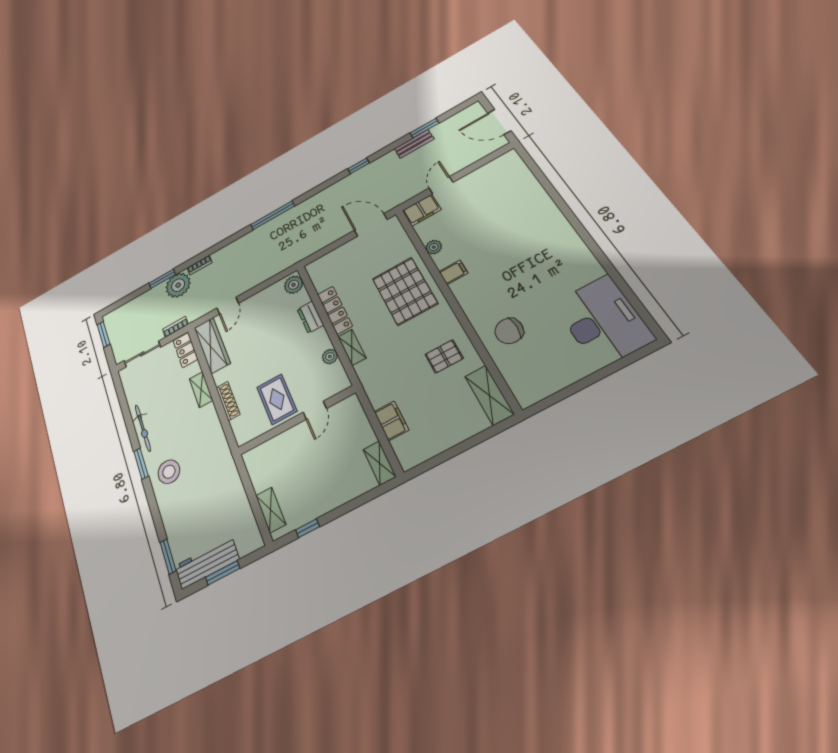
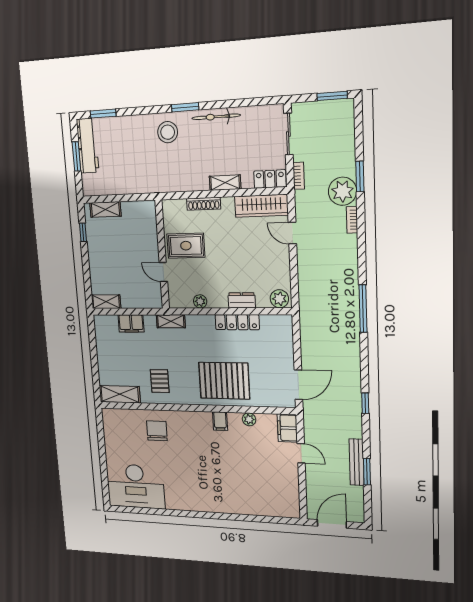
bench: (414, 144) -> (357, 462), width x1.36
shelving: (352, 347) -> (171, 321), moved

